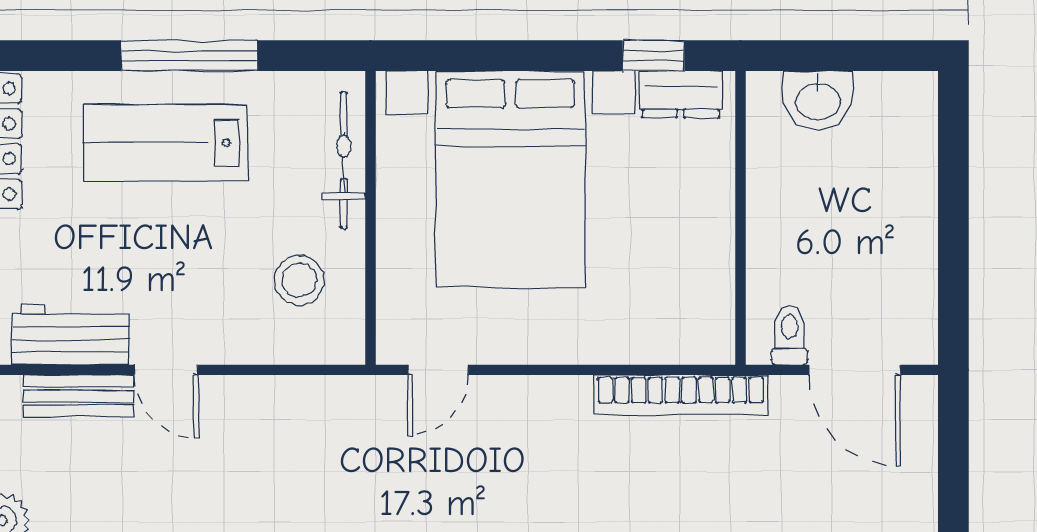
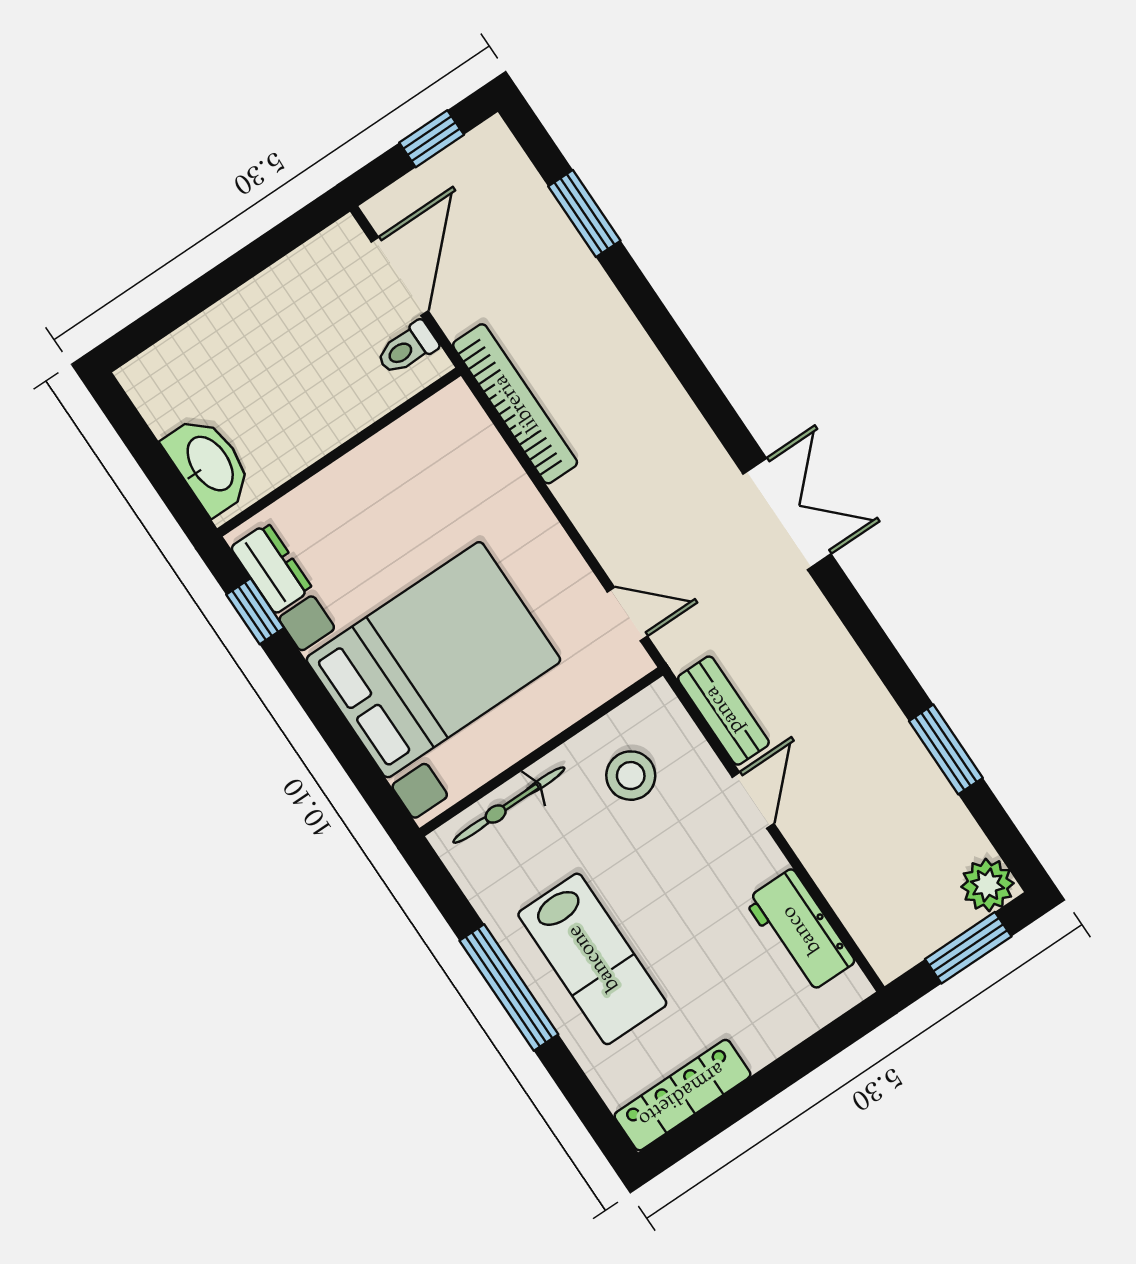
washbasin: (818, 100) -> (209, 464), width x1.38
door: (166, 370) -> (753, 800), moved
bench: (78, 396) -> (723, 711), moved
window: (953, 476) -> (432, 139), added

